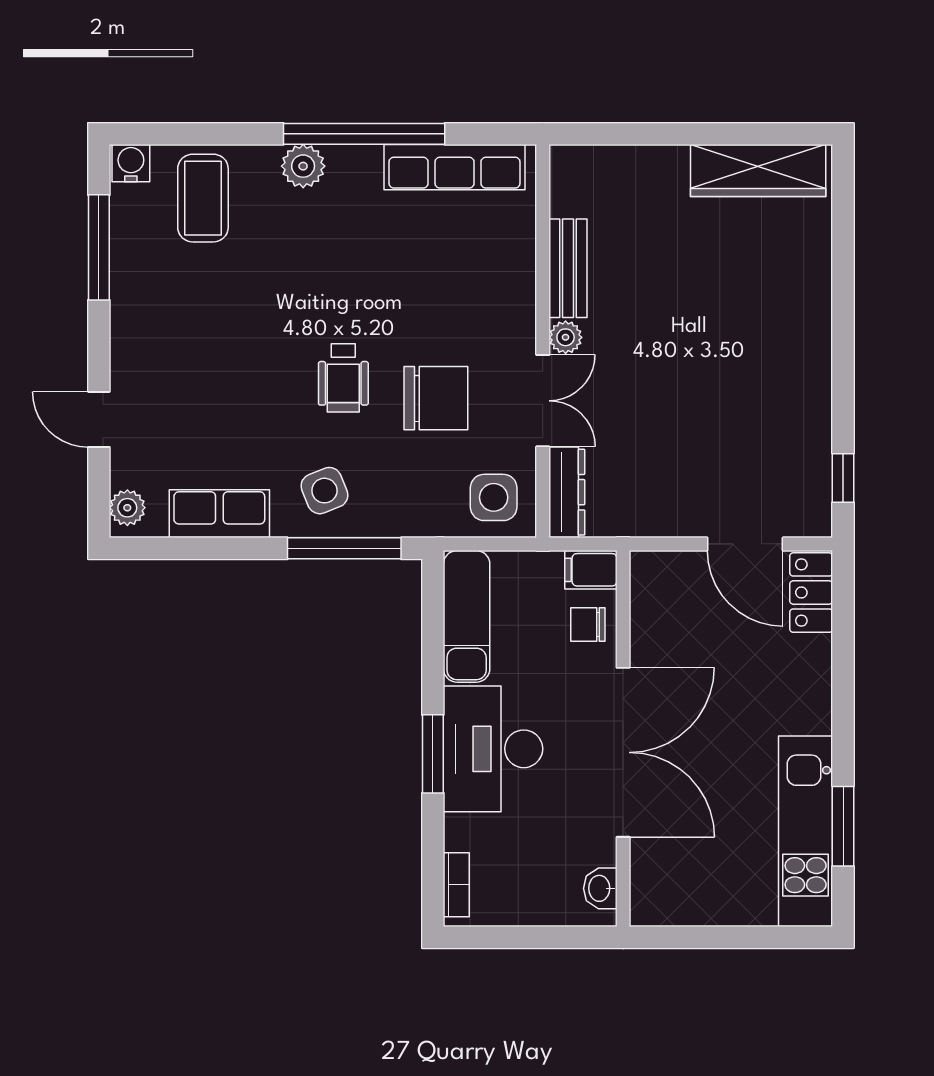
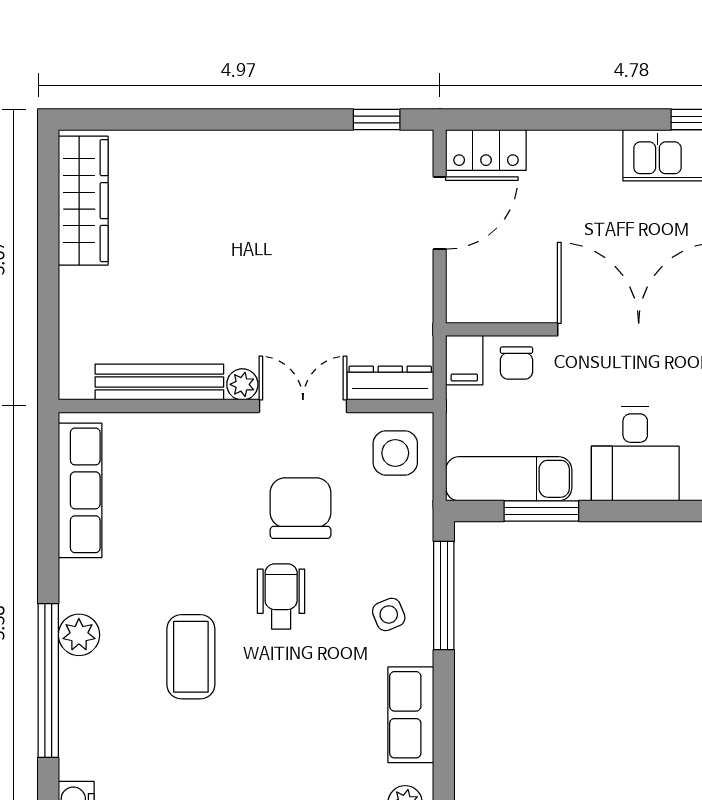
window: (364, 134) -> (48, 680), moved
coffee table: (203, 198) -> (191, 657), moved, turned 90
bench: (568, 268) -> (159, 382), width x1.36
wheelchair: (343, 378) -> (281, 596), turned -90
side table: (324, 491) -> (389, 614), width x0.73, depth x0.73
desk: (493, 749) -> (635, 454), width x0.73
window: (433, 754) -> (541, 511), moved

